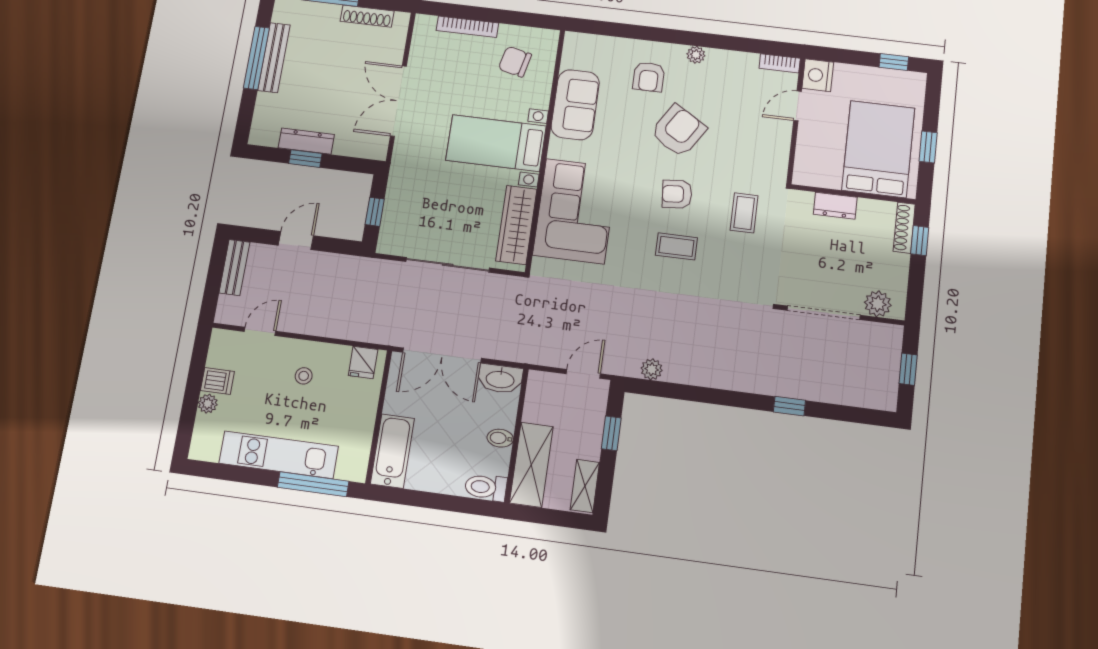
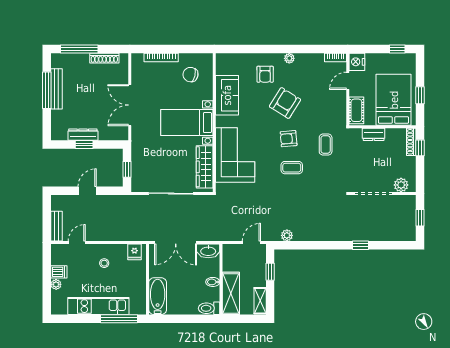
cot: (808, 159) -> (356, 110), added
bench: (234, 268) -> (57, 226), moved

